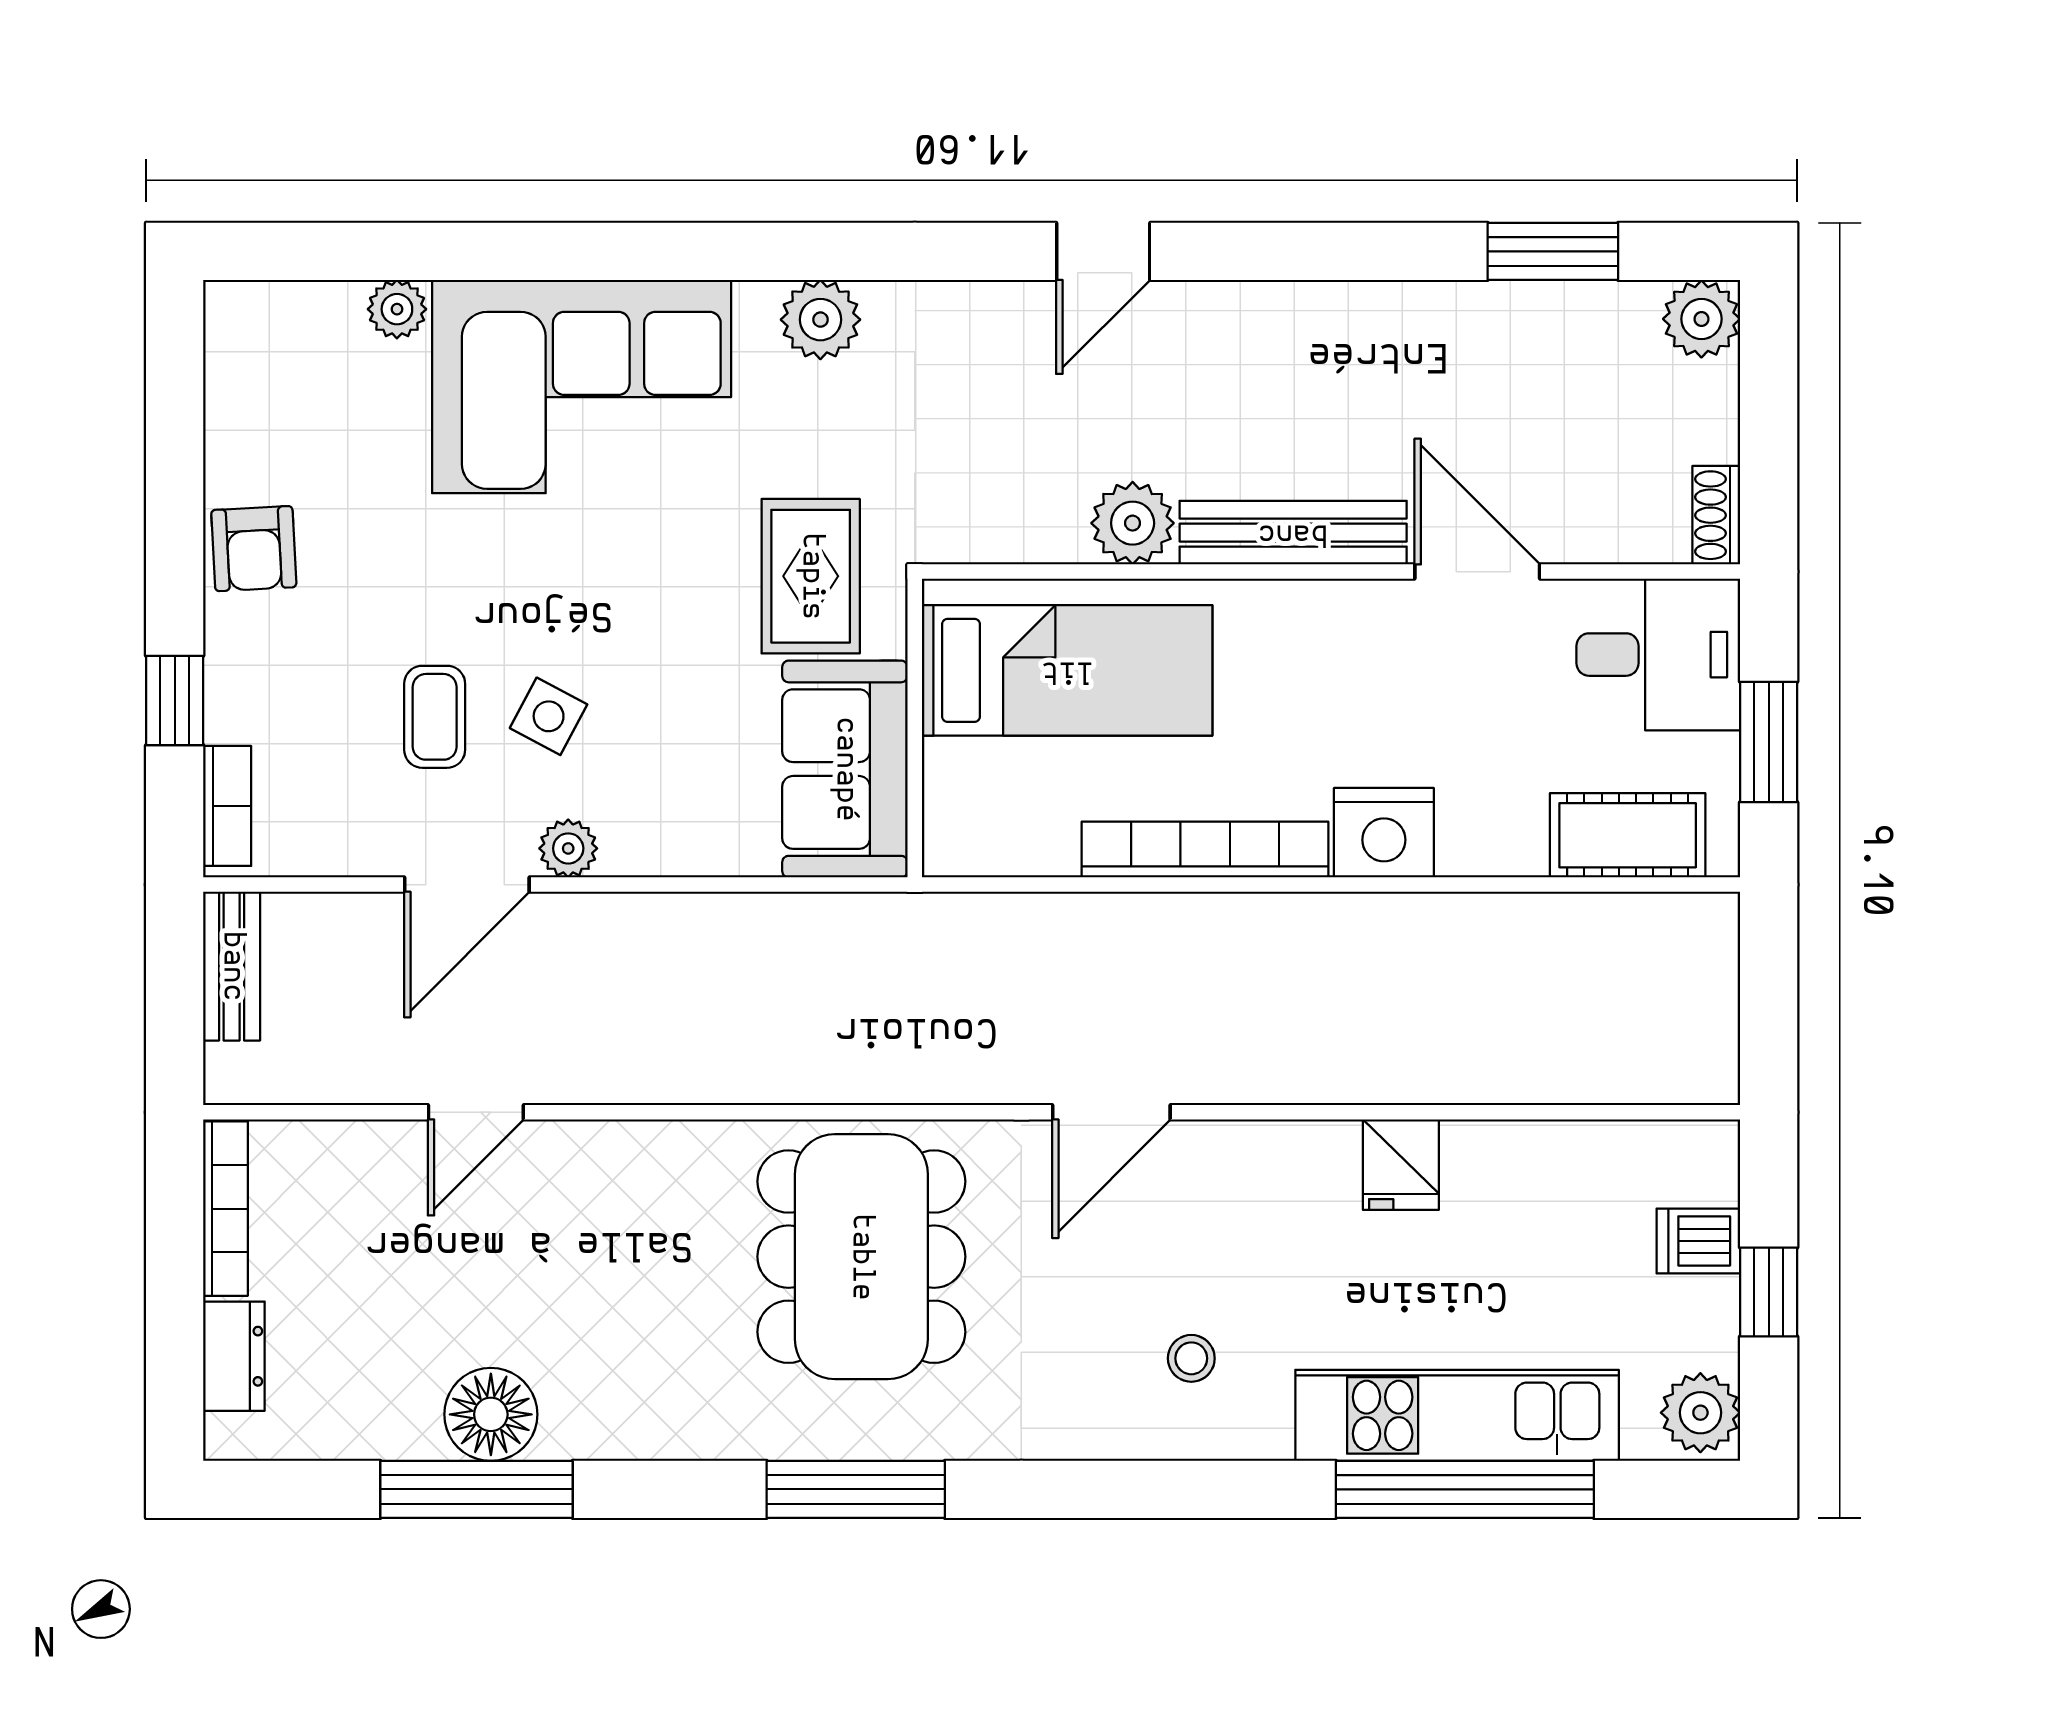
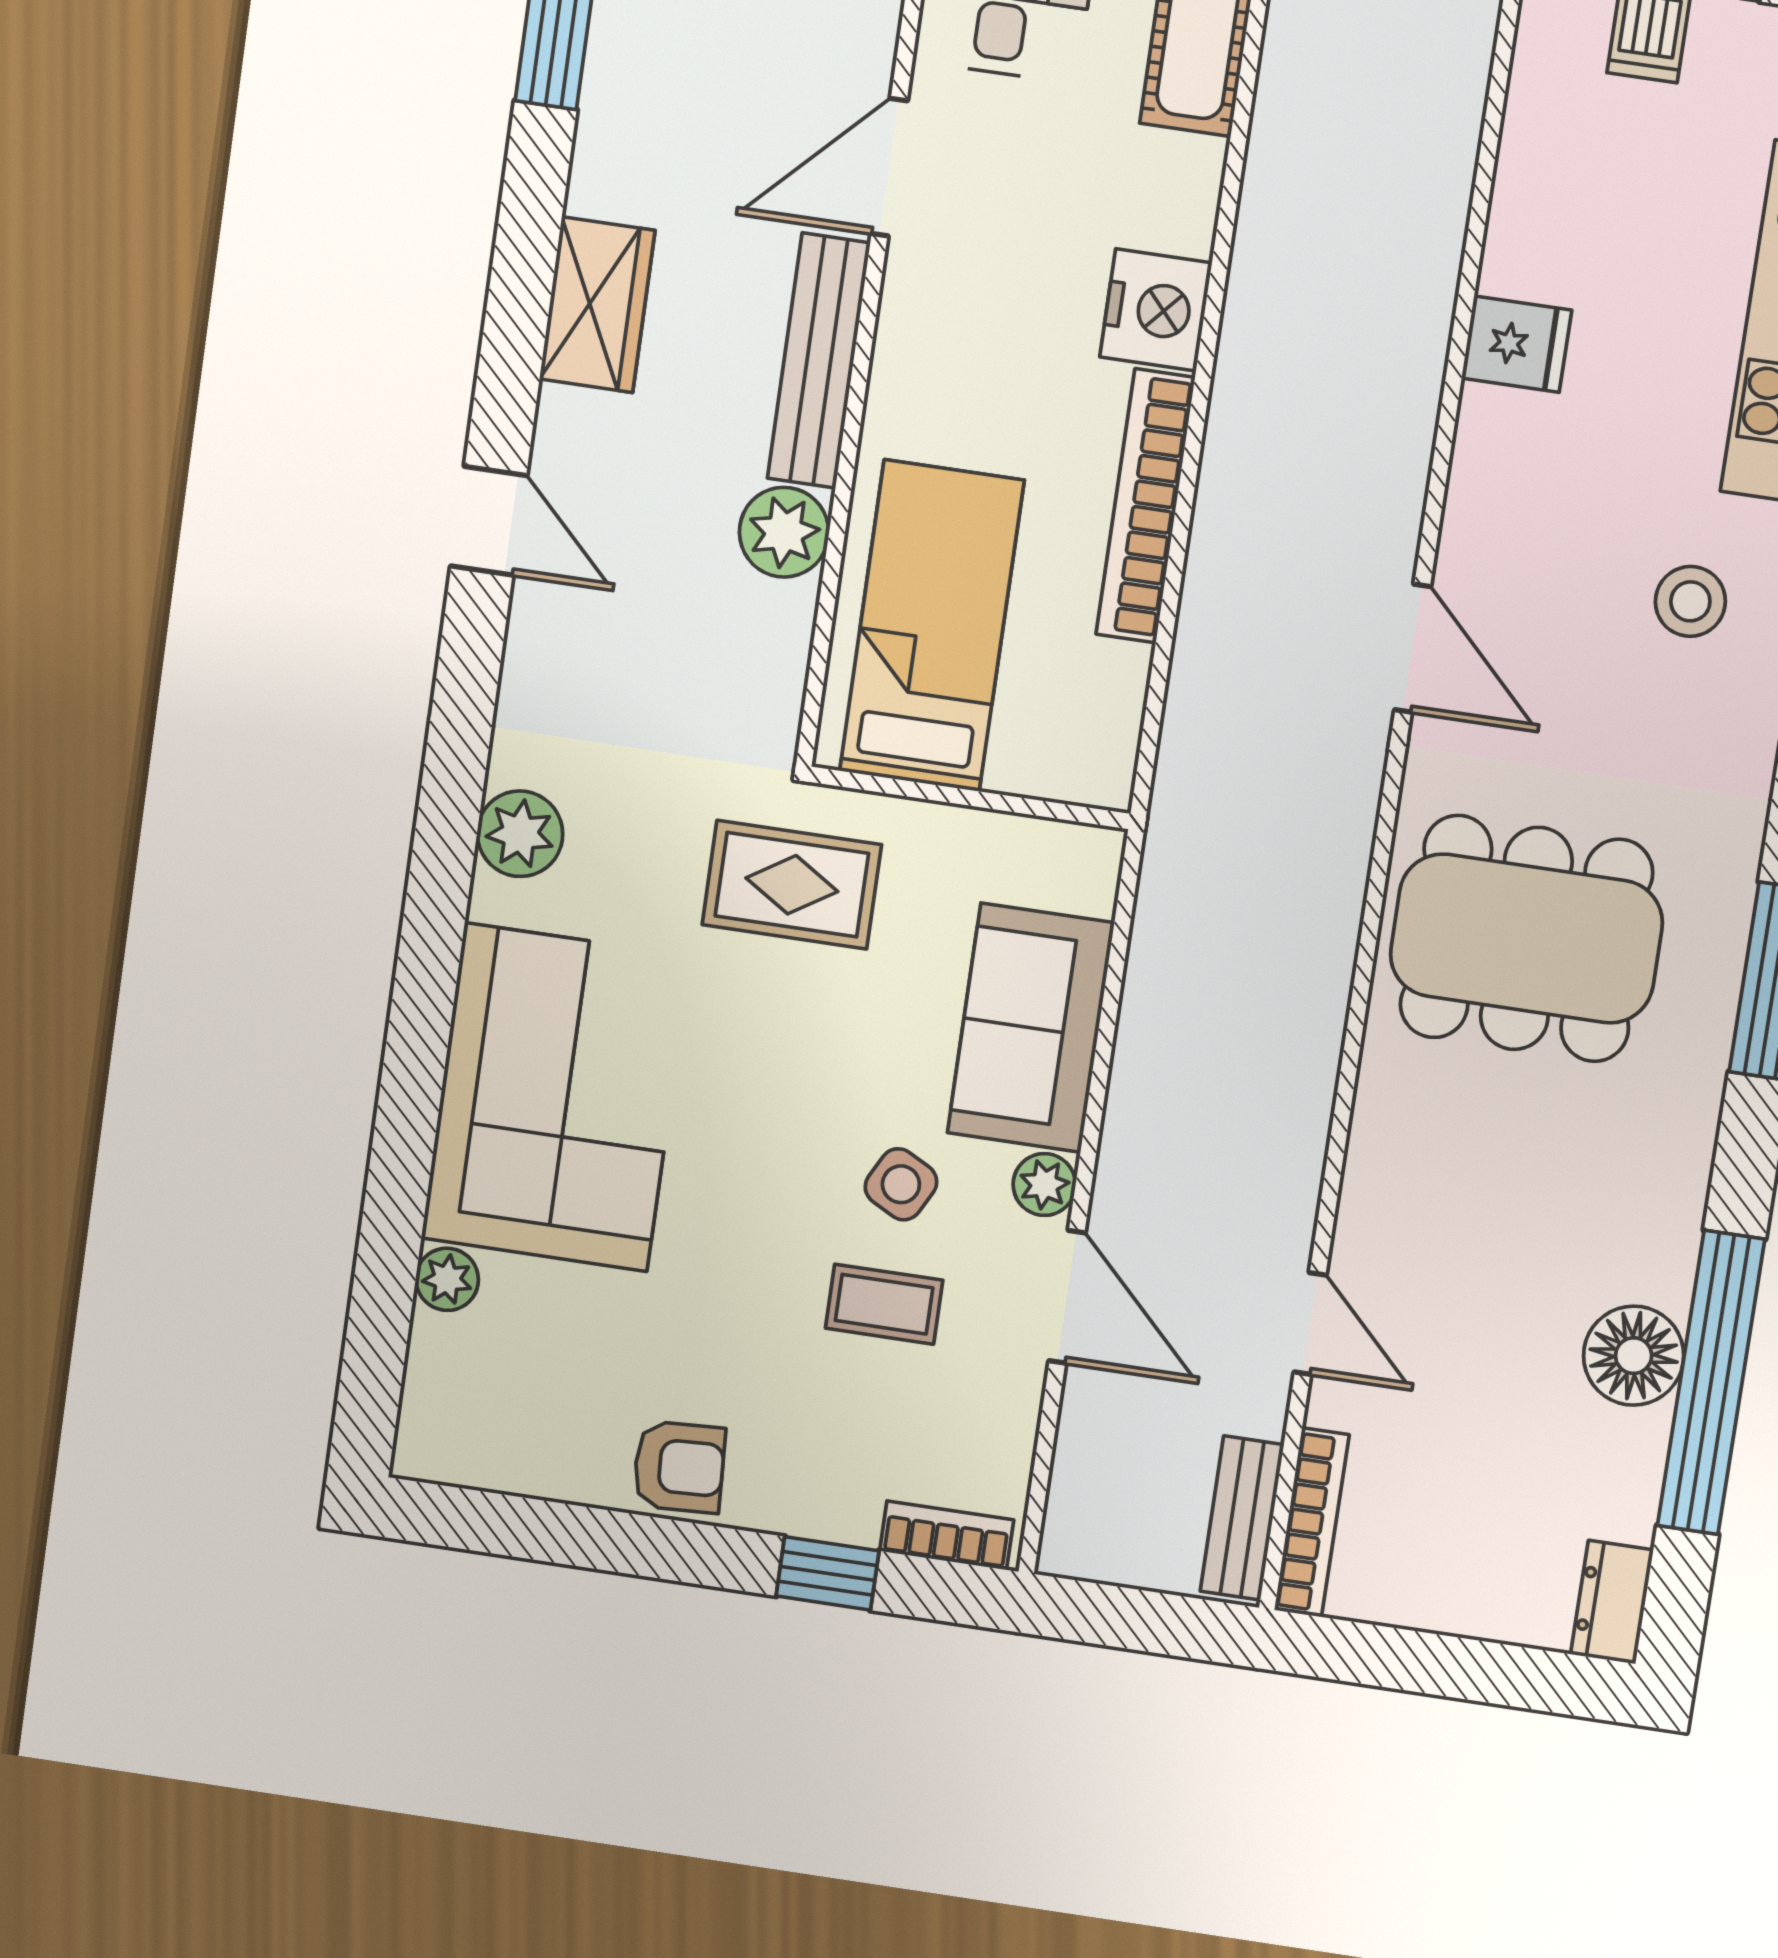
wardrobe: (1314, 323) -> (597, 305), added
sofa: (845, 769) -> (1031, 1028), moved, turned 90
bench: (232, 966) -> (1242, 1518), moved, turned 90
bookcase: (225, 1209) -> (1312, 1522), moved, turned 90
dresser: (234, 1356) -> (1612, 1602), moved, turned -90
stool: (1191, 1358) -> (1690, 601), width x1.37, depth x1.37
window: (476, 1489) -> (1711, 1383), width x1.46

